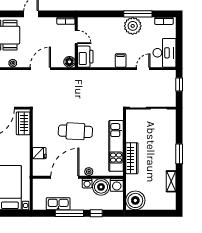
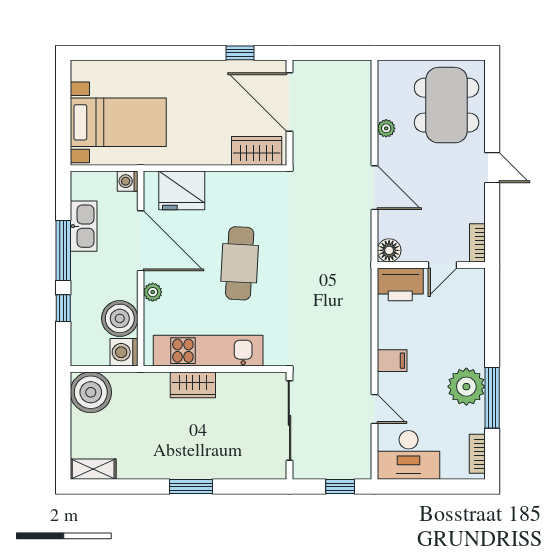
fridge: (39, 153) -> (182, 190), width x1.88, depth x1.34
wardrobe: (132, 158) -> (193, 385), width x0.67
shelving: (171, 181) -> (93, 469), moved
washing machine: (87, 183) -> (128, 181), moved

